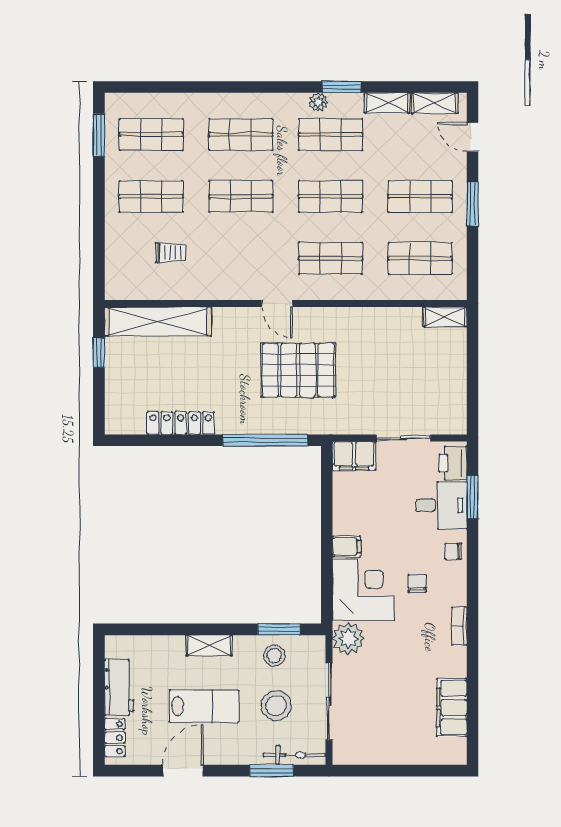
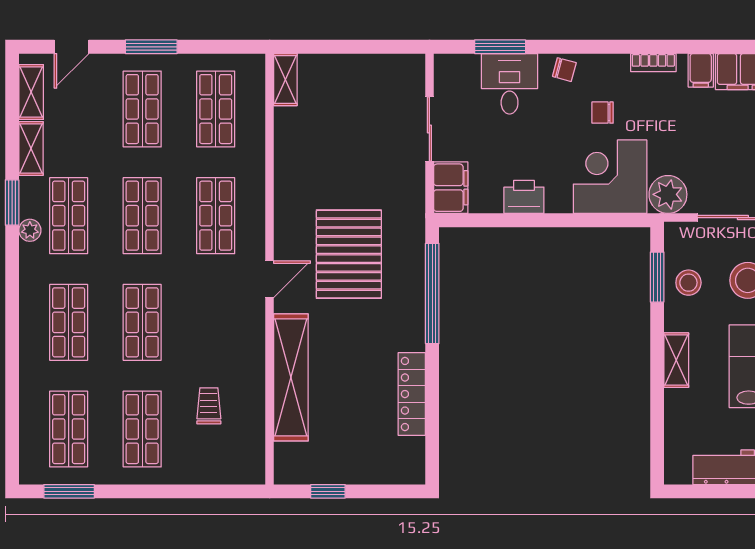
shelving: (158, 321) -> (291, 377), moved
printer: (453, 463) -> (524, 197), moved, turned 180
filing cabinet: (346, 547) -> (701, 70), moved, turned 180
chair: (453, 551) -> (564, 70), turned -75

